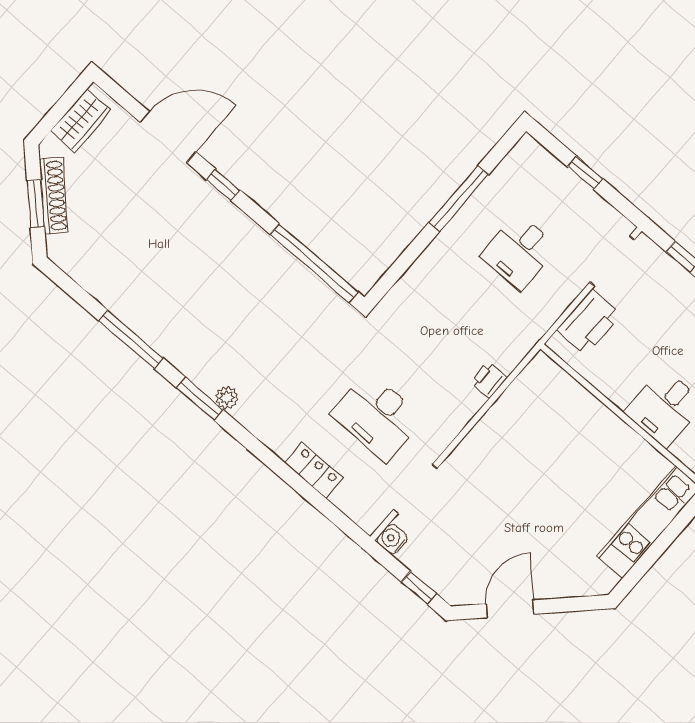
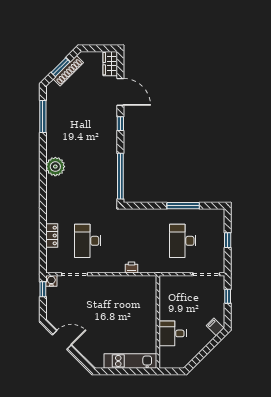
wardrobe: (81, 121) -> (110, 64), moved, turned 90
desk: (519, 252) -> (183, 241), width x1.37
printer: (589, 322) -> (179, 284), removed
window: (131, 339) -> (43, 117), moved
plant: (227, 398) -> (55, 167), moved, width x1.88, depth x1.88
window: (200, 399) -> (43, 177), removed
window: (419, 588) -> (43, 289), moved

